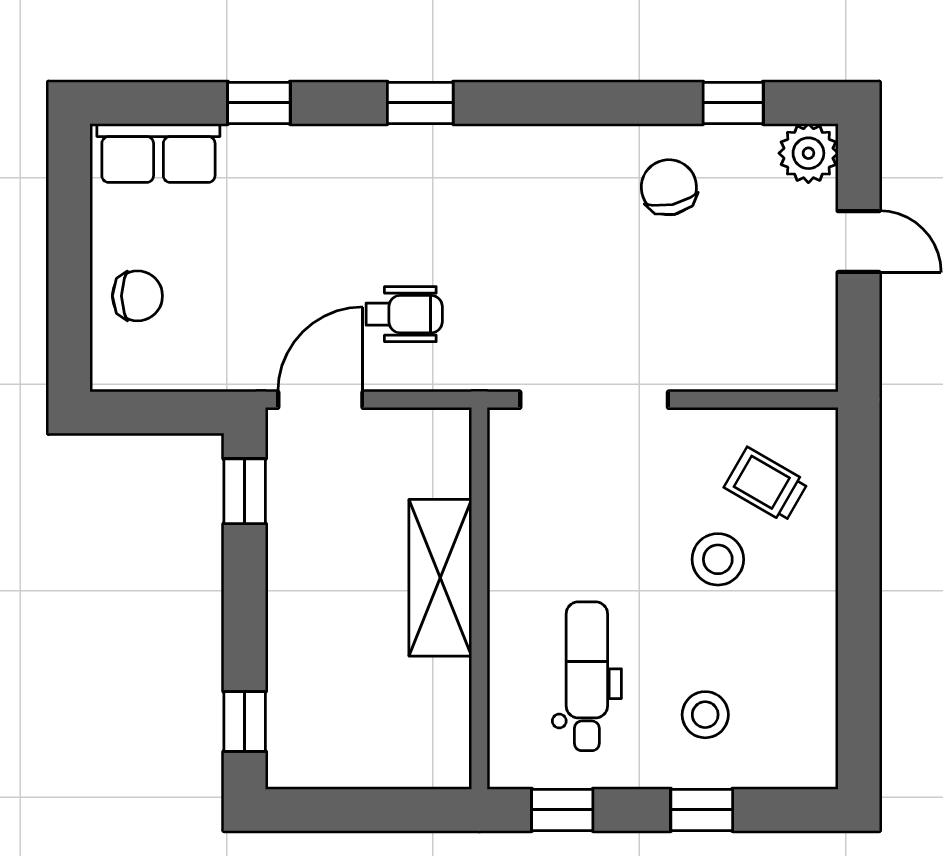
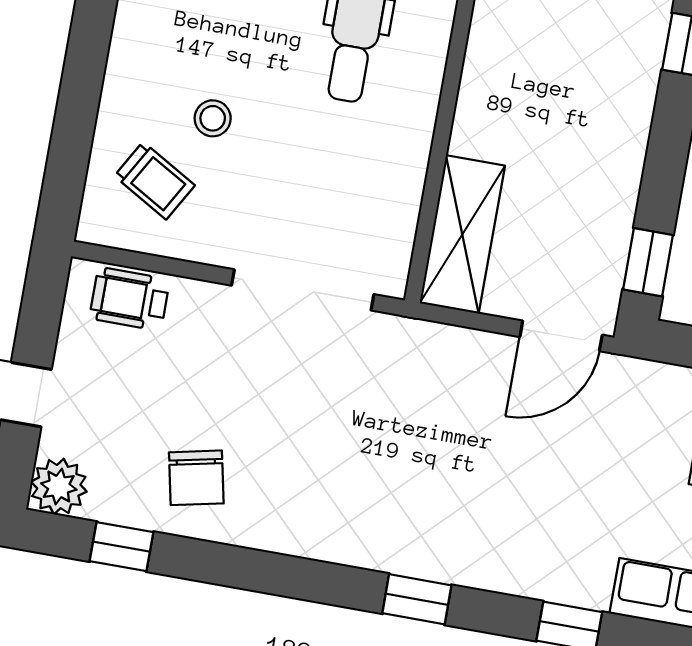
wheelchair: (404, 314) -> (130, 299), moved
stool: (718, 559) -> (213, 118), width x0.73, depth x0.73
shelving: (440, 578) -> (462, 234), moved

